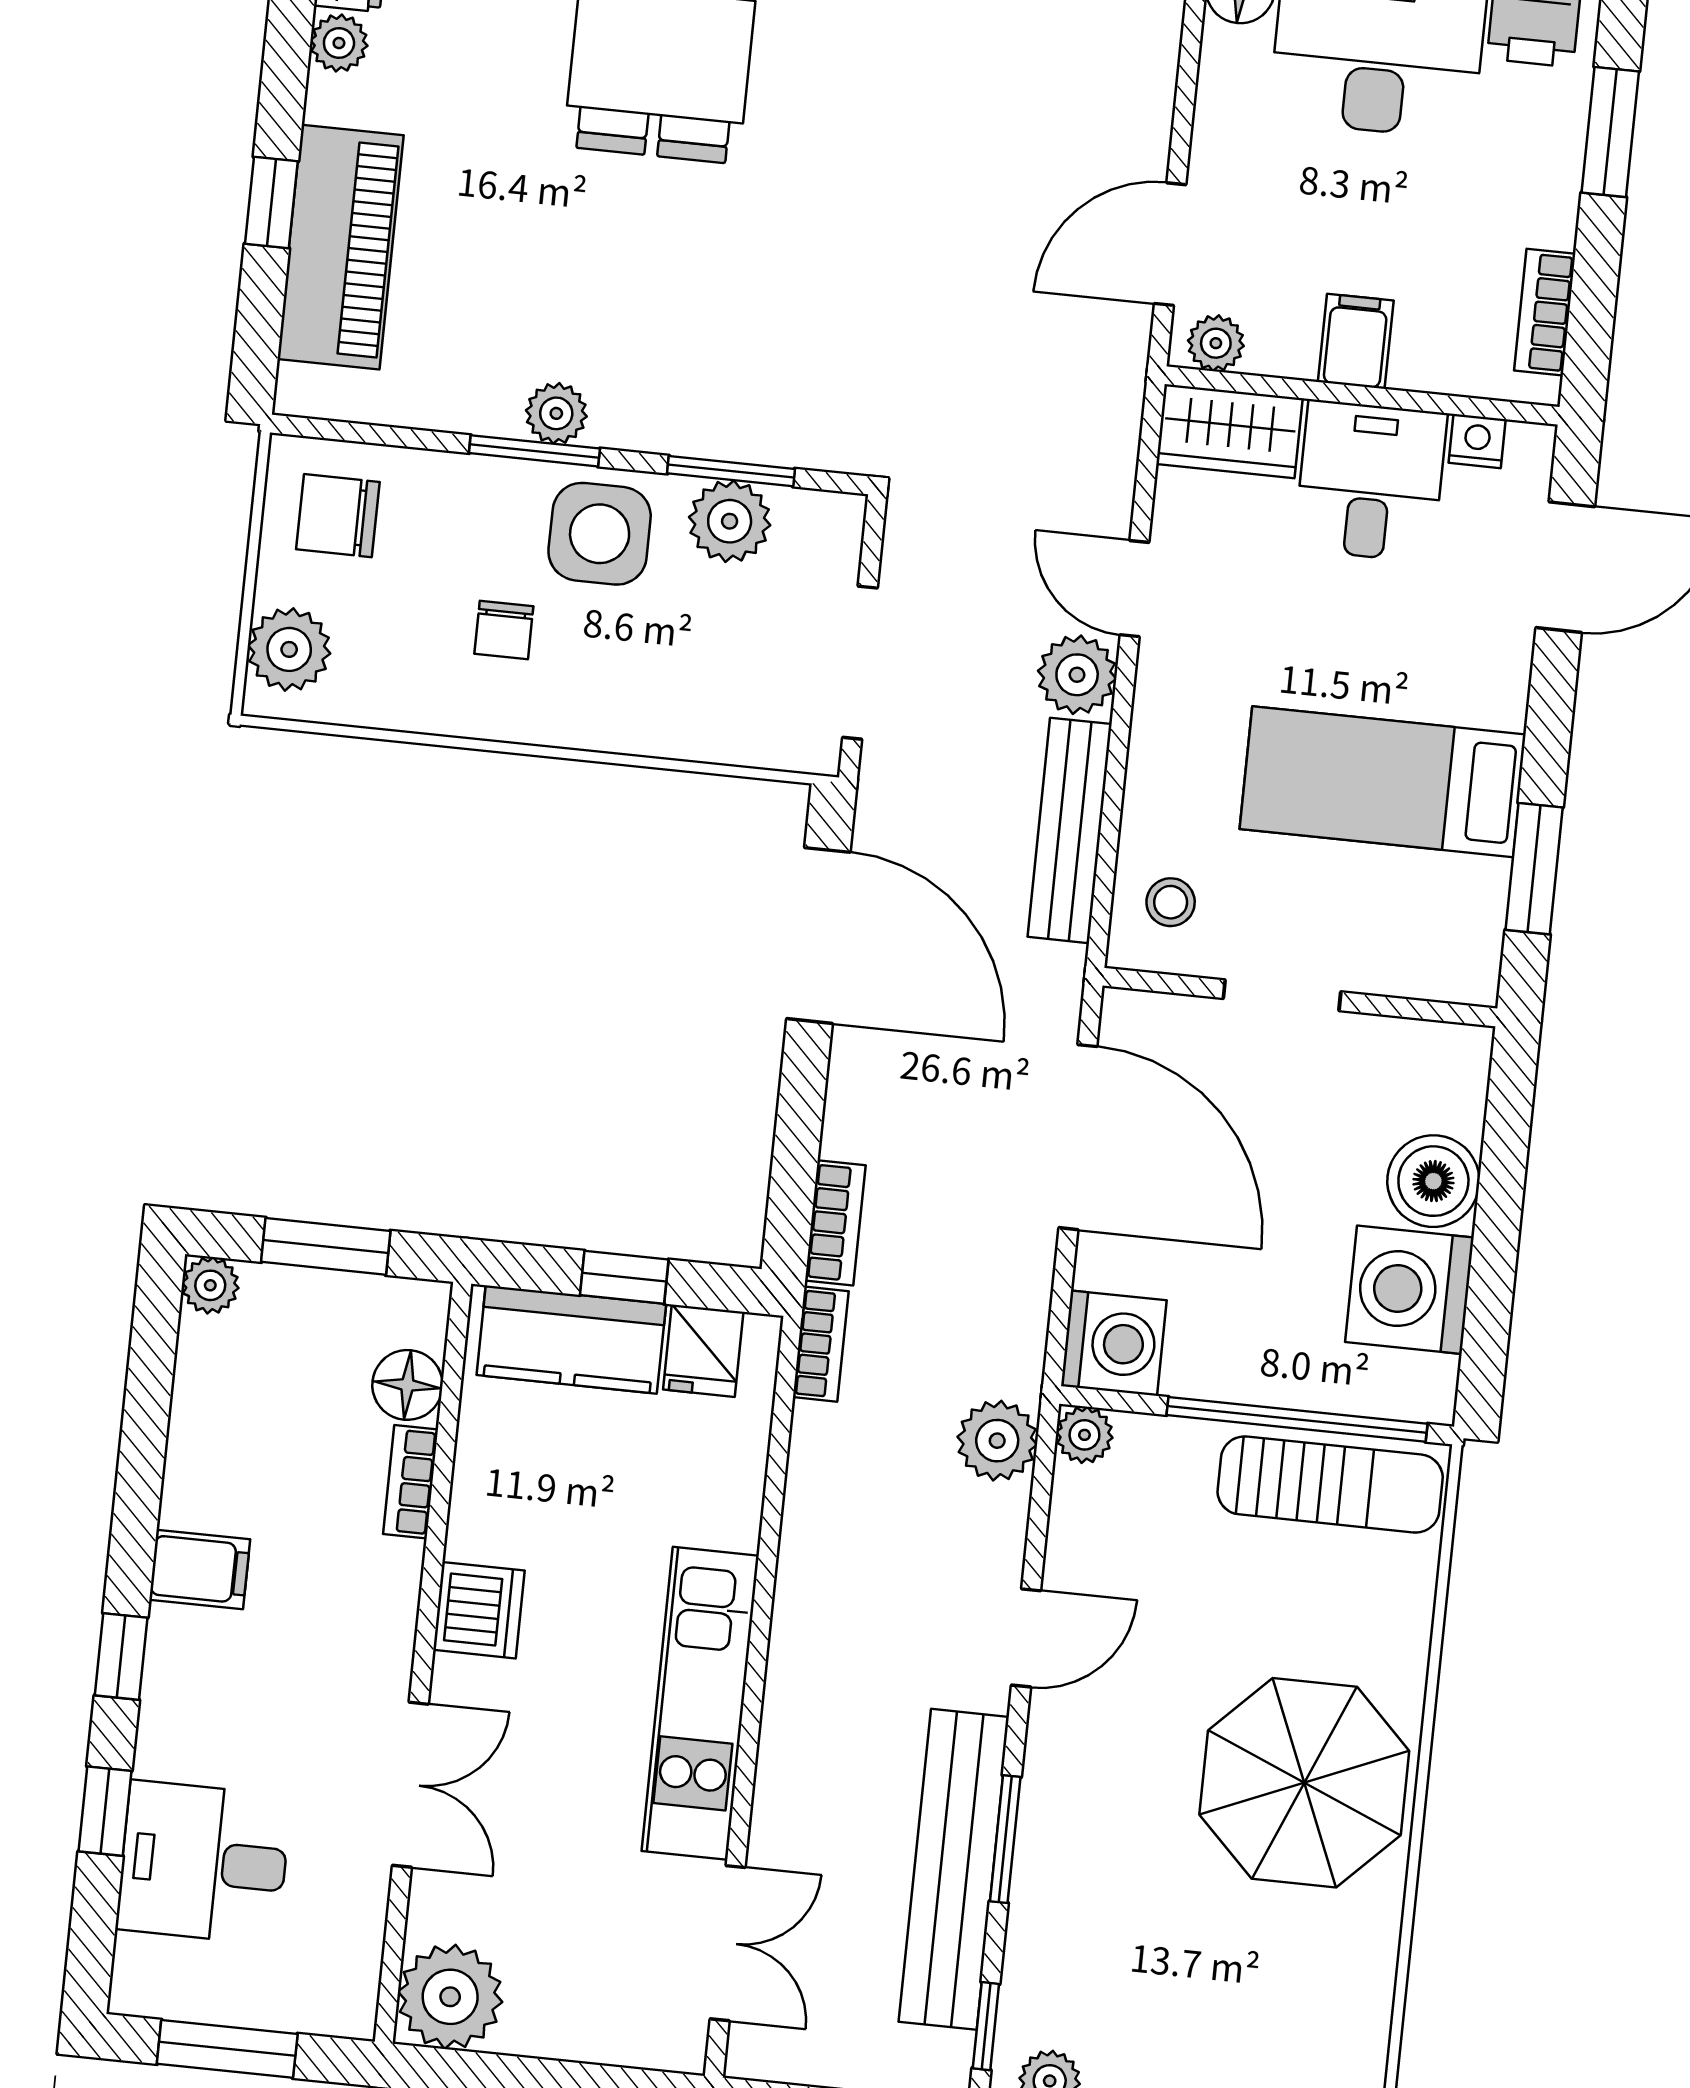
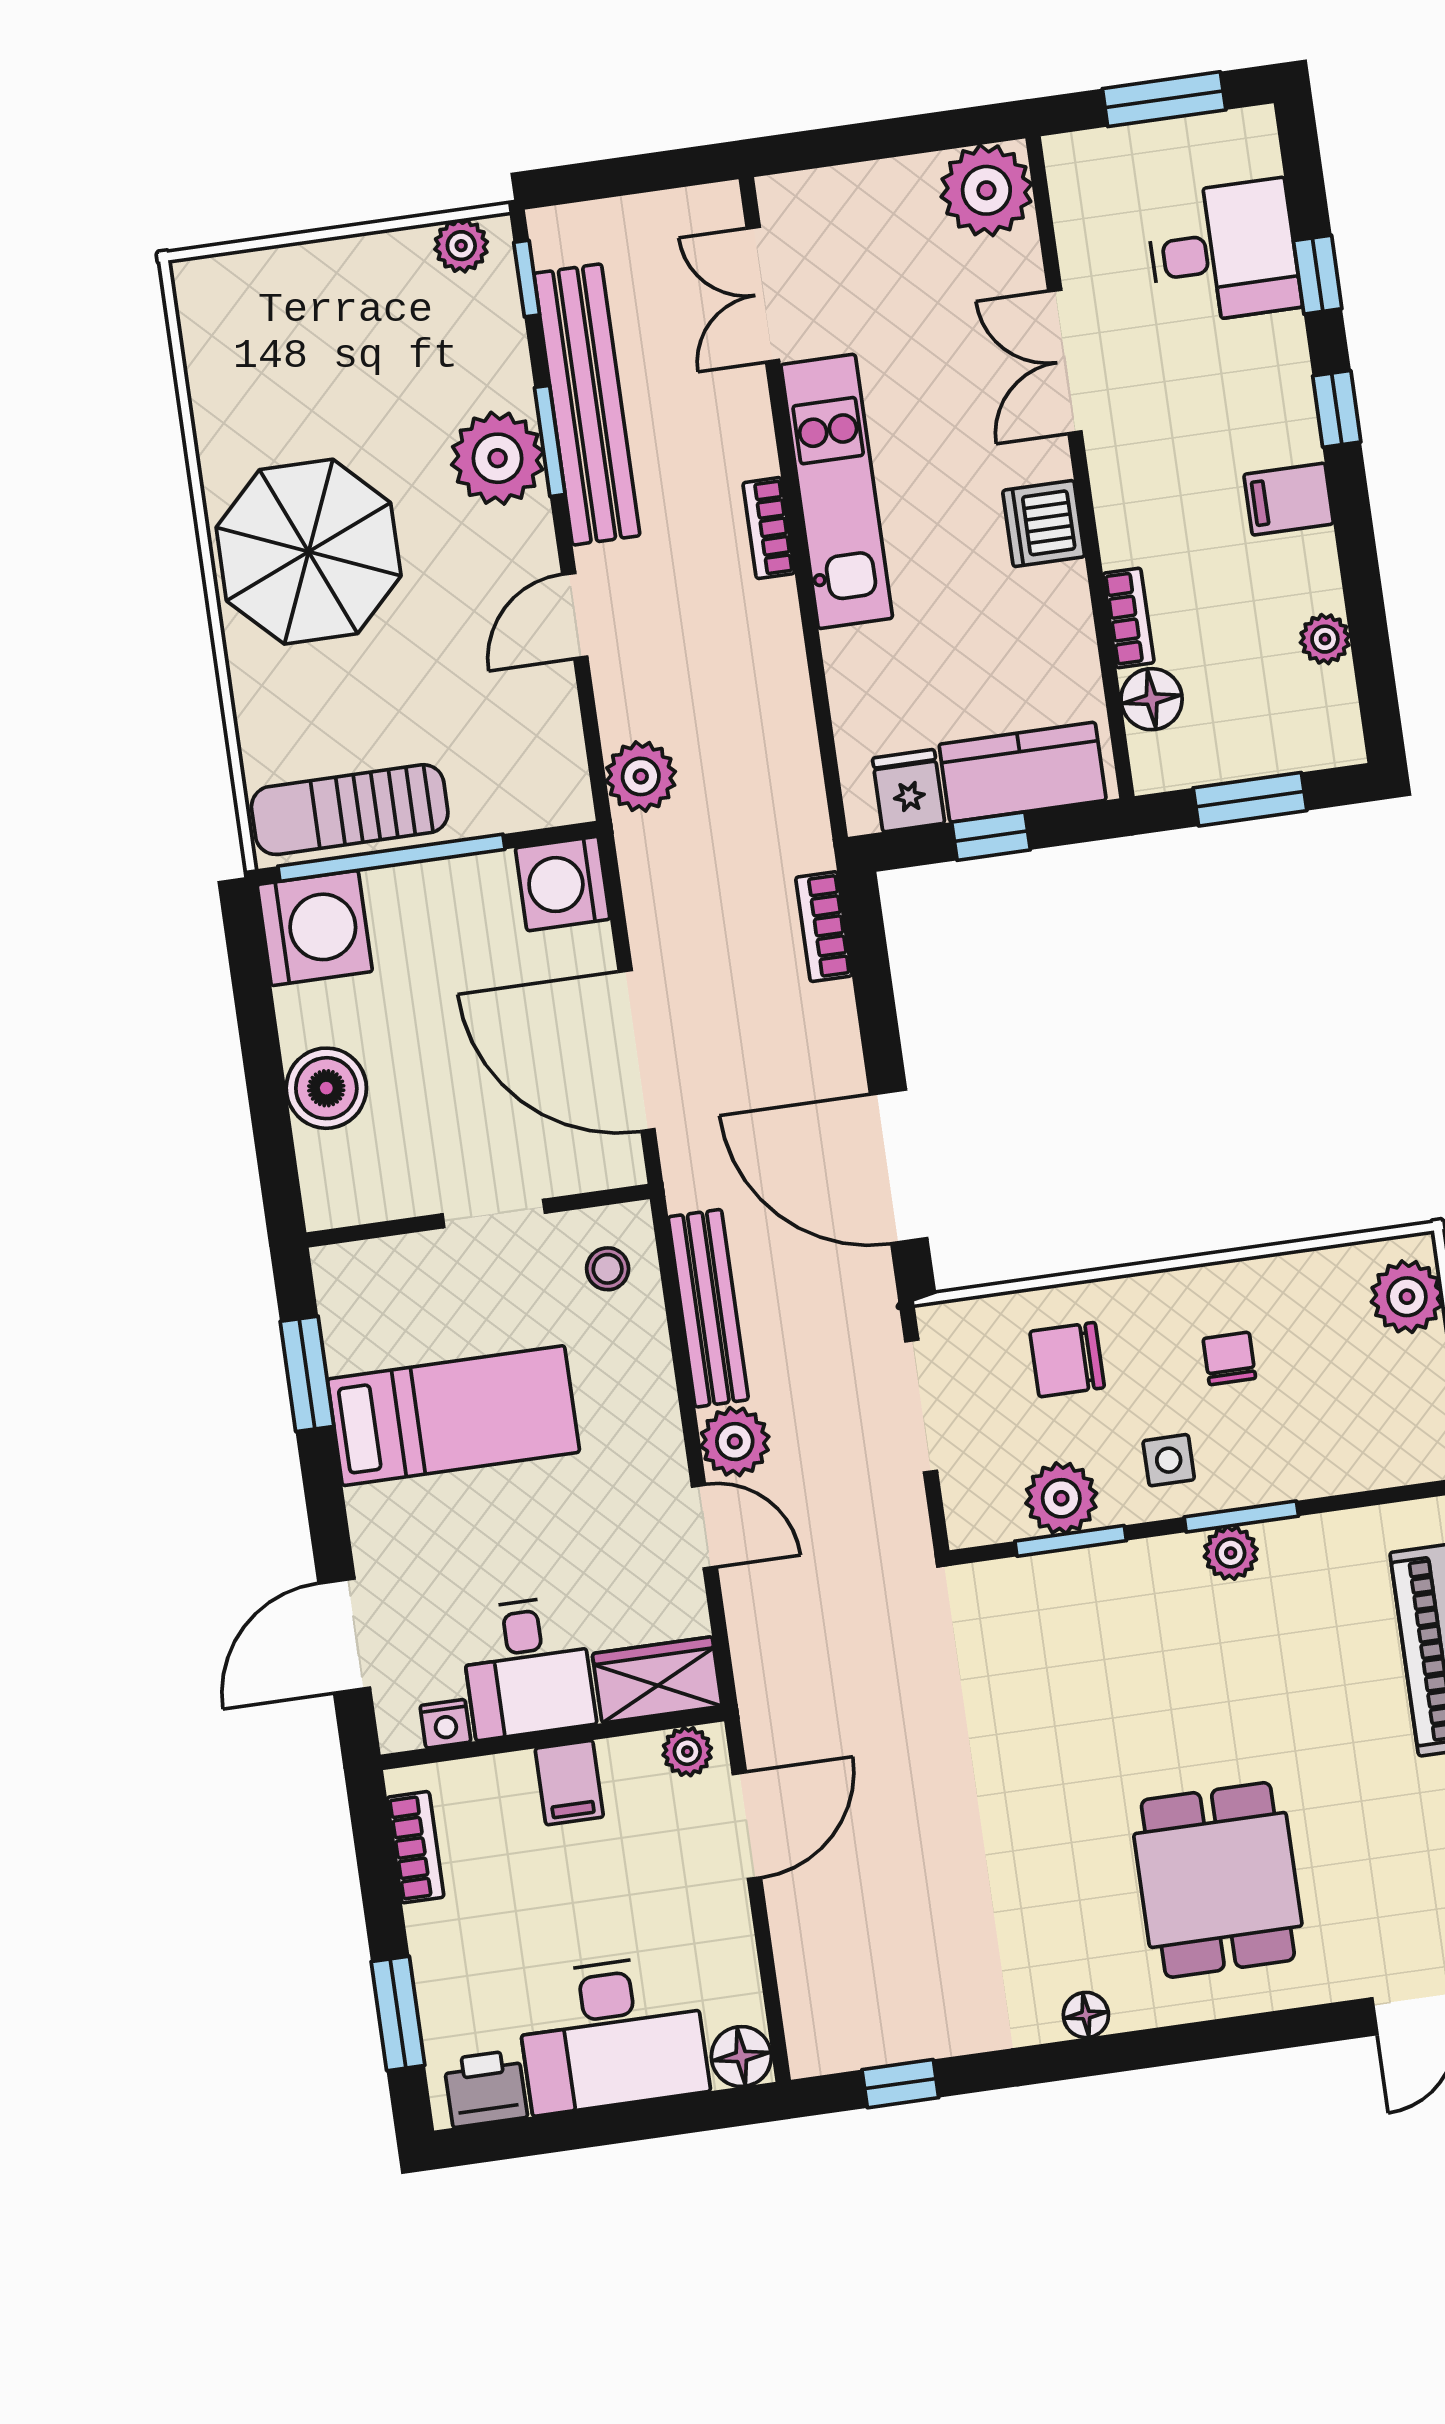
chair: (338, 516) -> (1067, 1360), moved, turned 180
side table: (600, 534) -> (1169, 1460), width x0.54, depth x0.54
plant: (210, 1285) -> (1325, 639), moved
washing machine: (1409, 1290) -> (315, 928), moved
bookcase: (821, 1344) -> (769, 528), moved
plant: (1084, 1435) -> (498, 458), moved, width x1.87, depth x1.87

